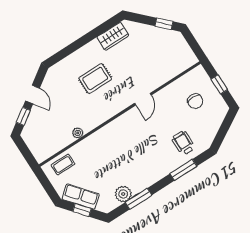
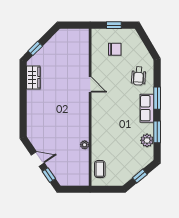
window: (164, 24) -> (35, 48), moved
rug: (95, 79) -> (55, 108), removed
wheelchair: (183, 143) -> (139, 76), turned -86
window: (183, 170) -> (157, 98), moved
row of seats: (81, 197) -> (147, 108), moved, turned -50

